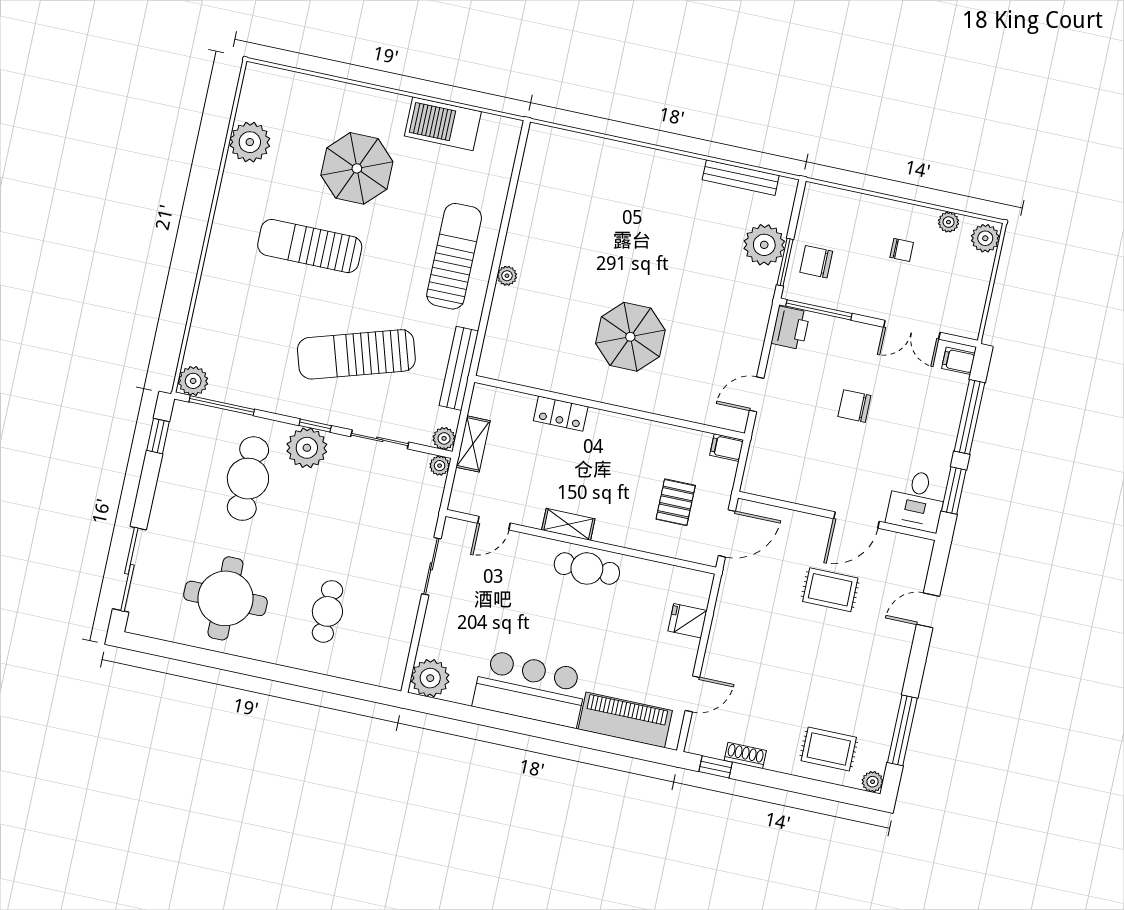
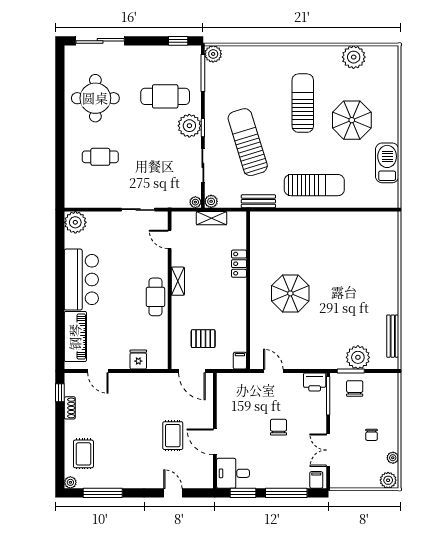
plant: (507, 276) -> (310, 217), removed
bench: (459, 368) -> (258, 201), width x0.73

